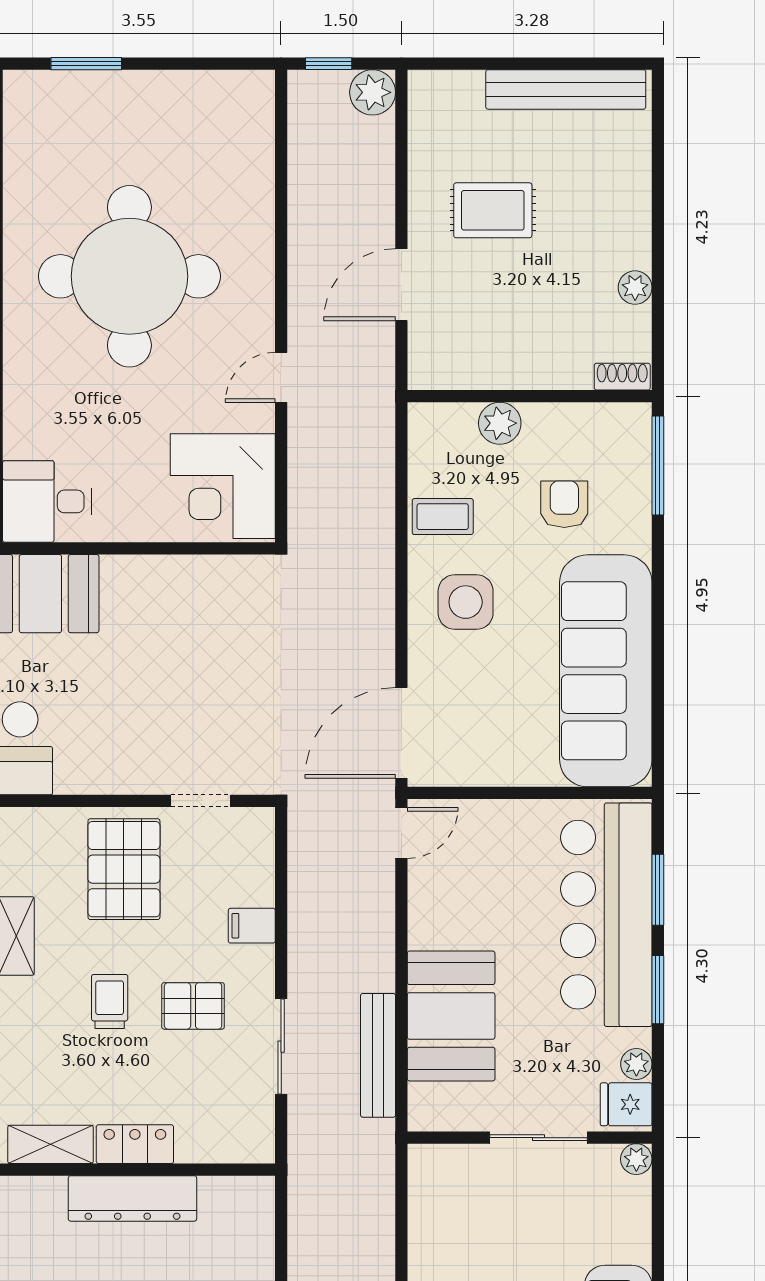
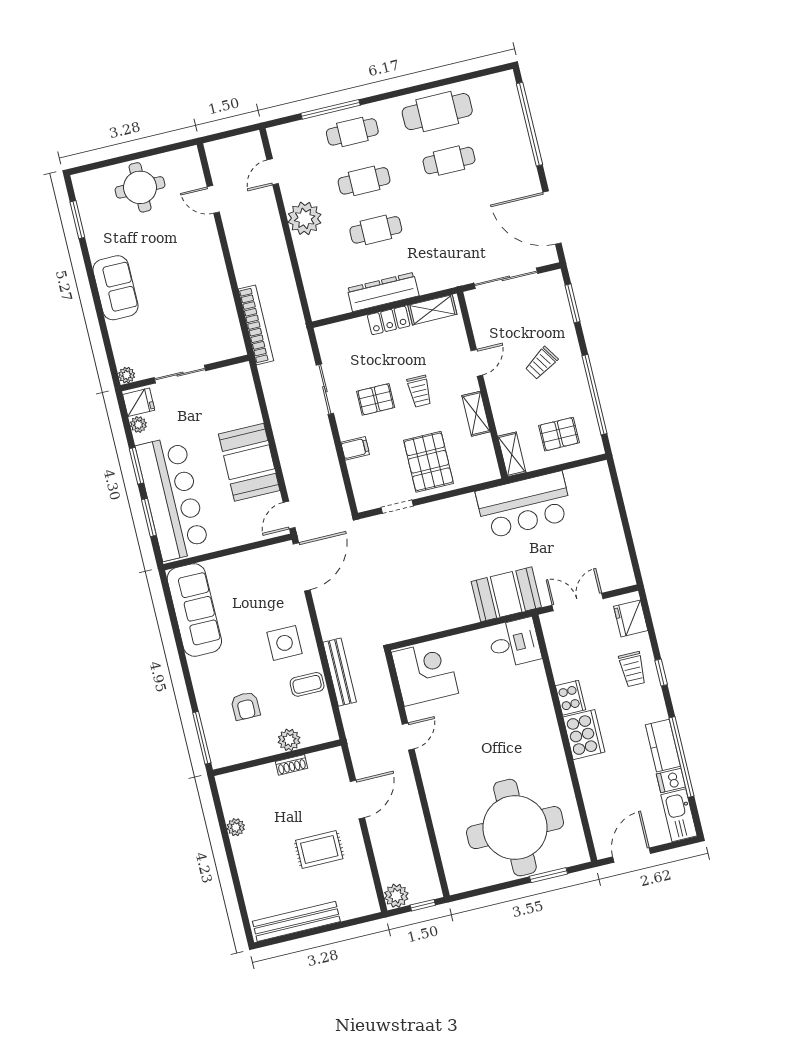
round table: (129, 276) -> (515, 828), moved
shoe rack: (622, 377) -> (292, 765), moved
sofa: (606, 671) -> (194, 610), width x0.74, depth x0.79
booth: (451, 1016) -> (249, 462), moved
bench: (378, 1055) -> (340, 672), moved
bookcase: (379, 1194) -> (256, 325), added

